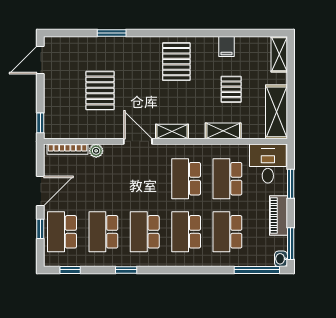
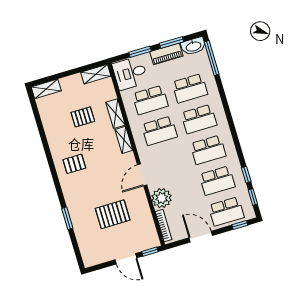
filing cabinet: (226, 46) -> (52, 130), removed
door: (40, 60) -> (126, 259), moved
pallet: (176, 62) -> (74, 164), width x0.67, depth x0.71
shelving: (276, 112) -> (96, 74), width x0.67, depth x0.75
shelving: (172, 132) -> (124, 140), moved
plant: (96, 151) -> (162, 198), width x1.87, depth x1.87
window: (40, 229) -> (240, 225), moved
window: (291, 244) -> (171, 42), moved
washbasin: (281, 259) -> (193, 46), width x1.91, depth x1.45
window: (126, 270) -> (246, 175), moved

